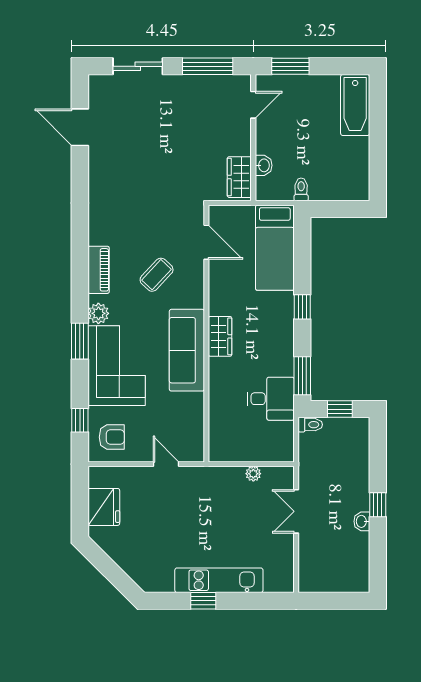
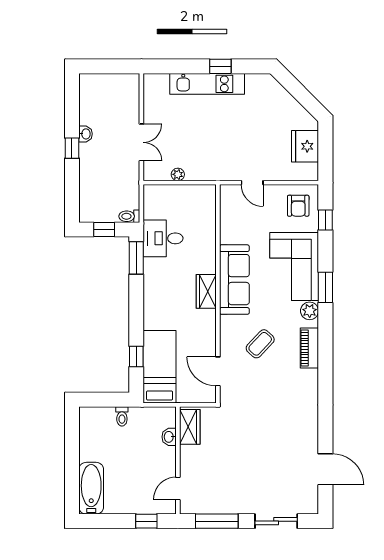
window: (290, 66) -> (146, 521), width x0.67
toilet: (301, 189) -> (122, 416), moved
window: (302, 307) -> (136, 357), moved
armchair: (112, 437) -> (298, 206), turned -90

